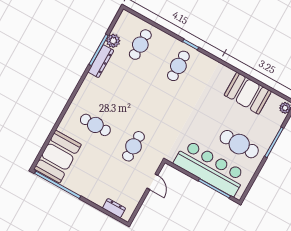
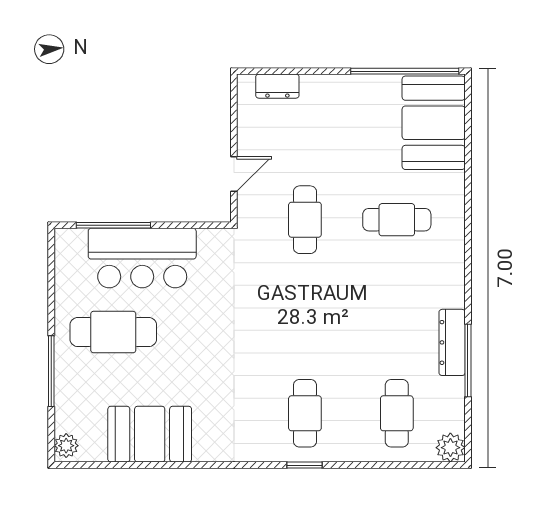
plant: (113, 41) -> (450, 448), moved
bar counter: (210, 168) -> (142, 258), width x0.73
door: (152, 182) -> (234, 174), swing flipped

